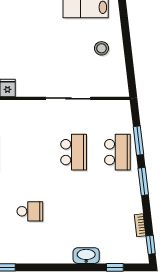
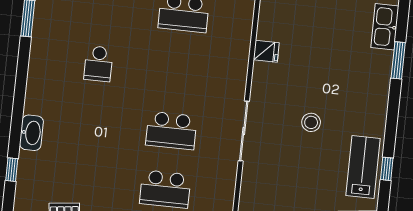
stool: (102, 48) -> (311, 122), moved

